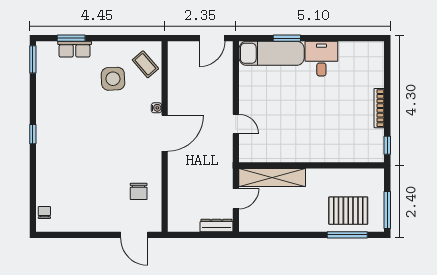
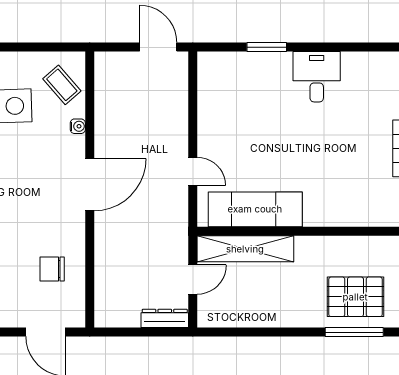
door: (212, 38) -> (158, 47), swing flipped
exam couch: (272, 53) -> (255, 209), moved, turned 180
water cooler: (156, 108) -> (78, 126), moved
chair: (139, 191) -> (52, 269), turned 90

